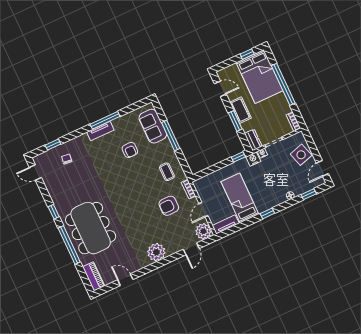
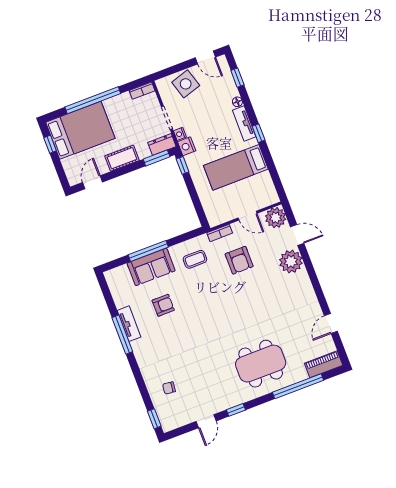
window: (235, 121) -> (157, 158), moved
sofa: (153, 126) -> (151, 267), moved
tv unit: (100, 131) -> (129, 324), moved
window: (53, 145) -> (154, 419), moved
door: (35, 172) -> (206, 421), moved
tv unit: (226, 224) -> (244, 124), moved
dining table: (91, 228) -> (261, 364), width x0.73, depth x0.80
window: (69, 245) -> (298, 386), moved
plant: (156, 252) -> (291, 261), moved

